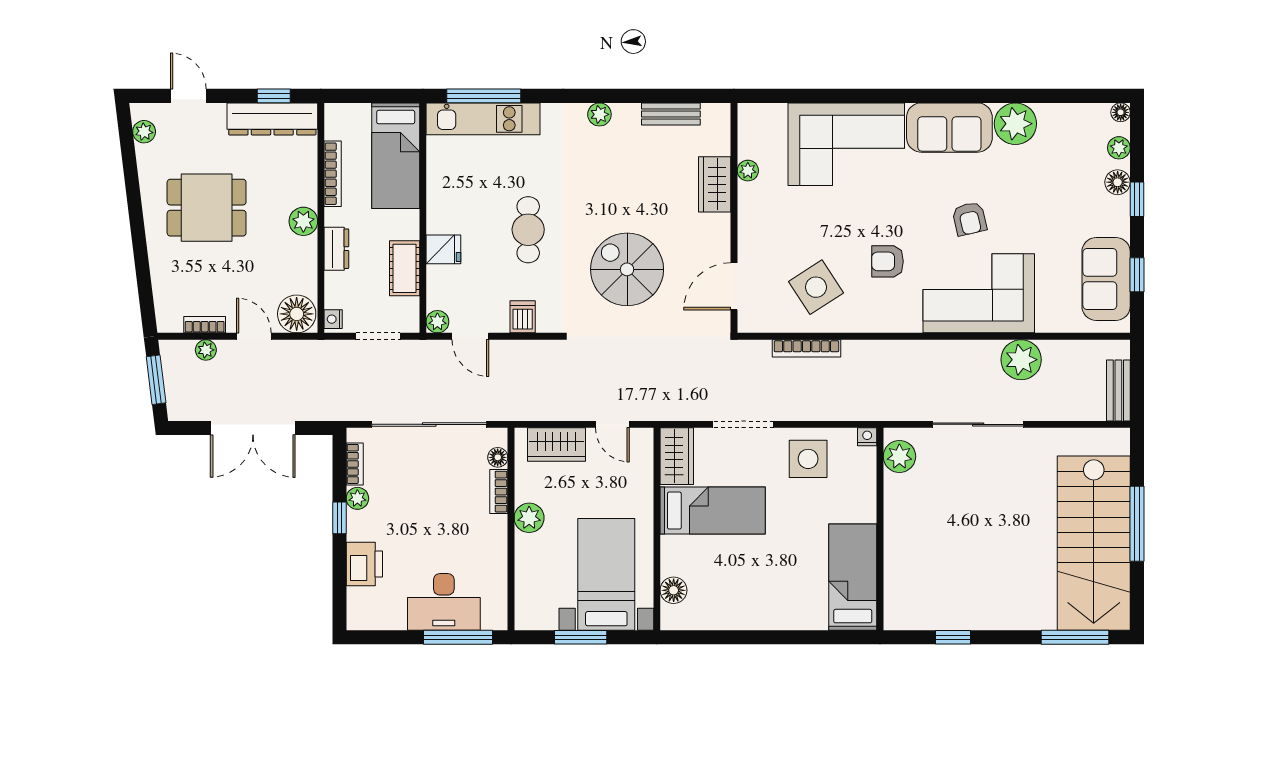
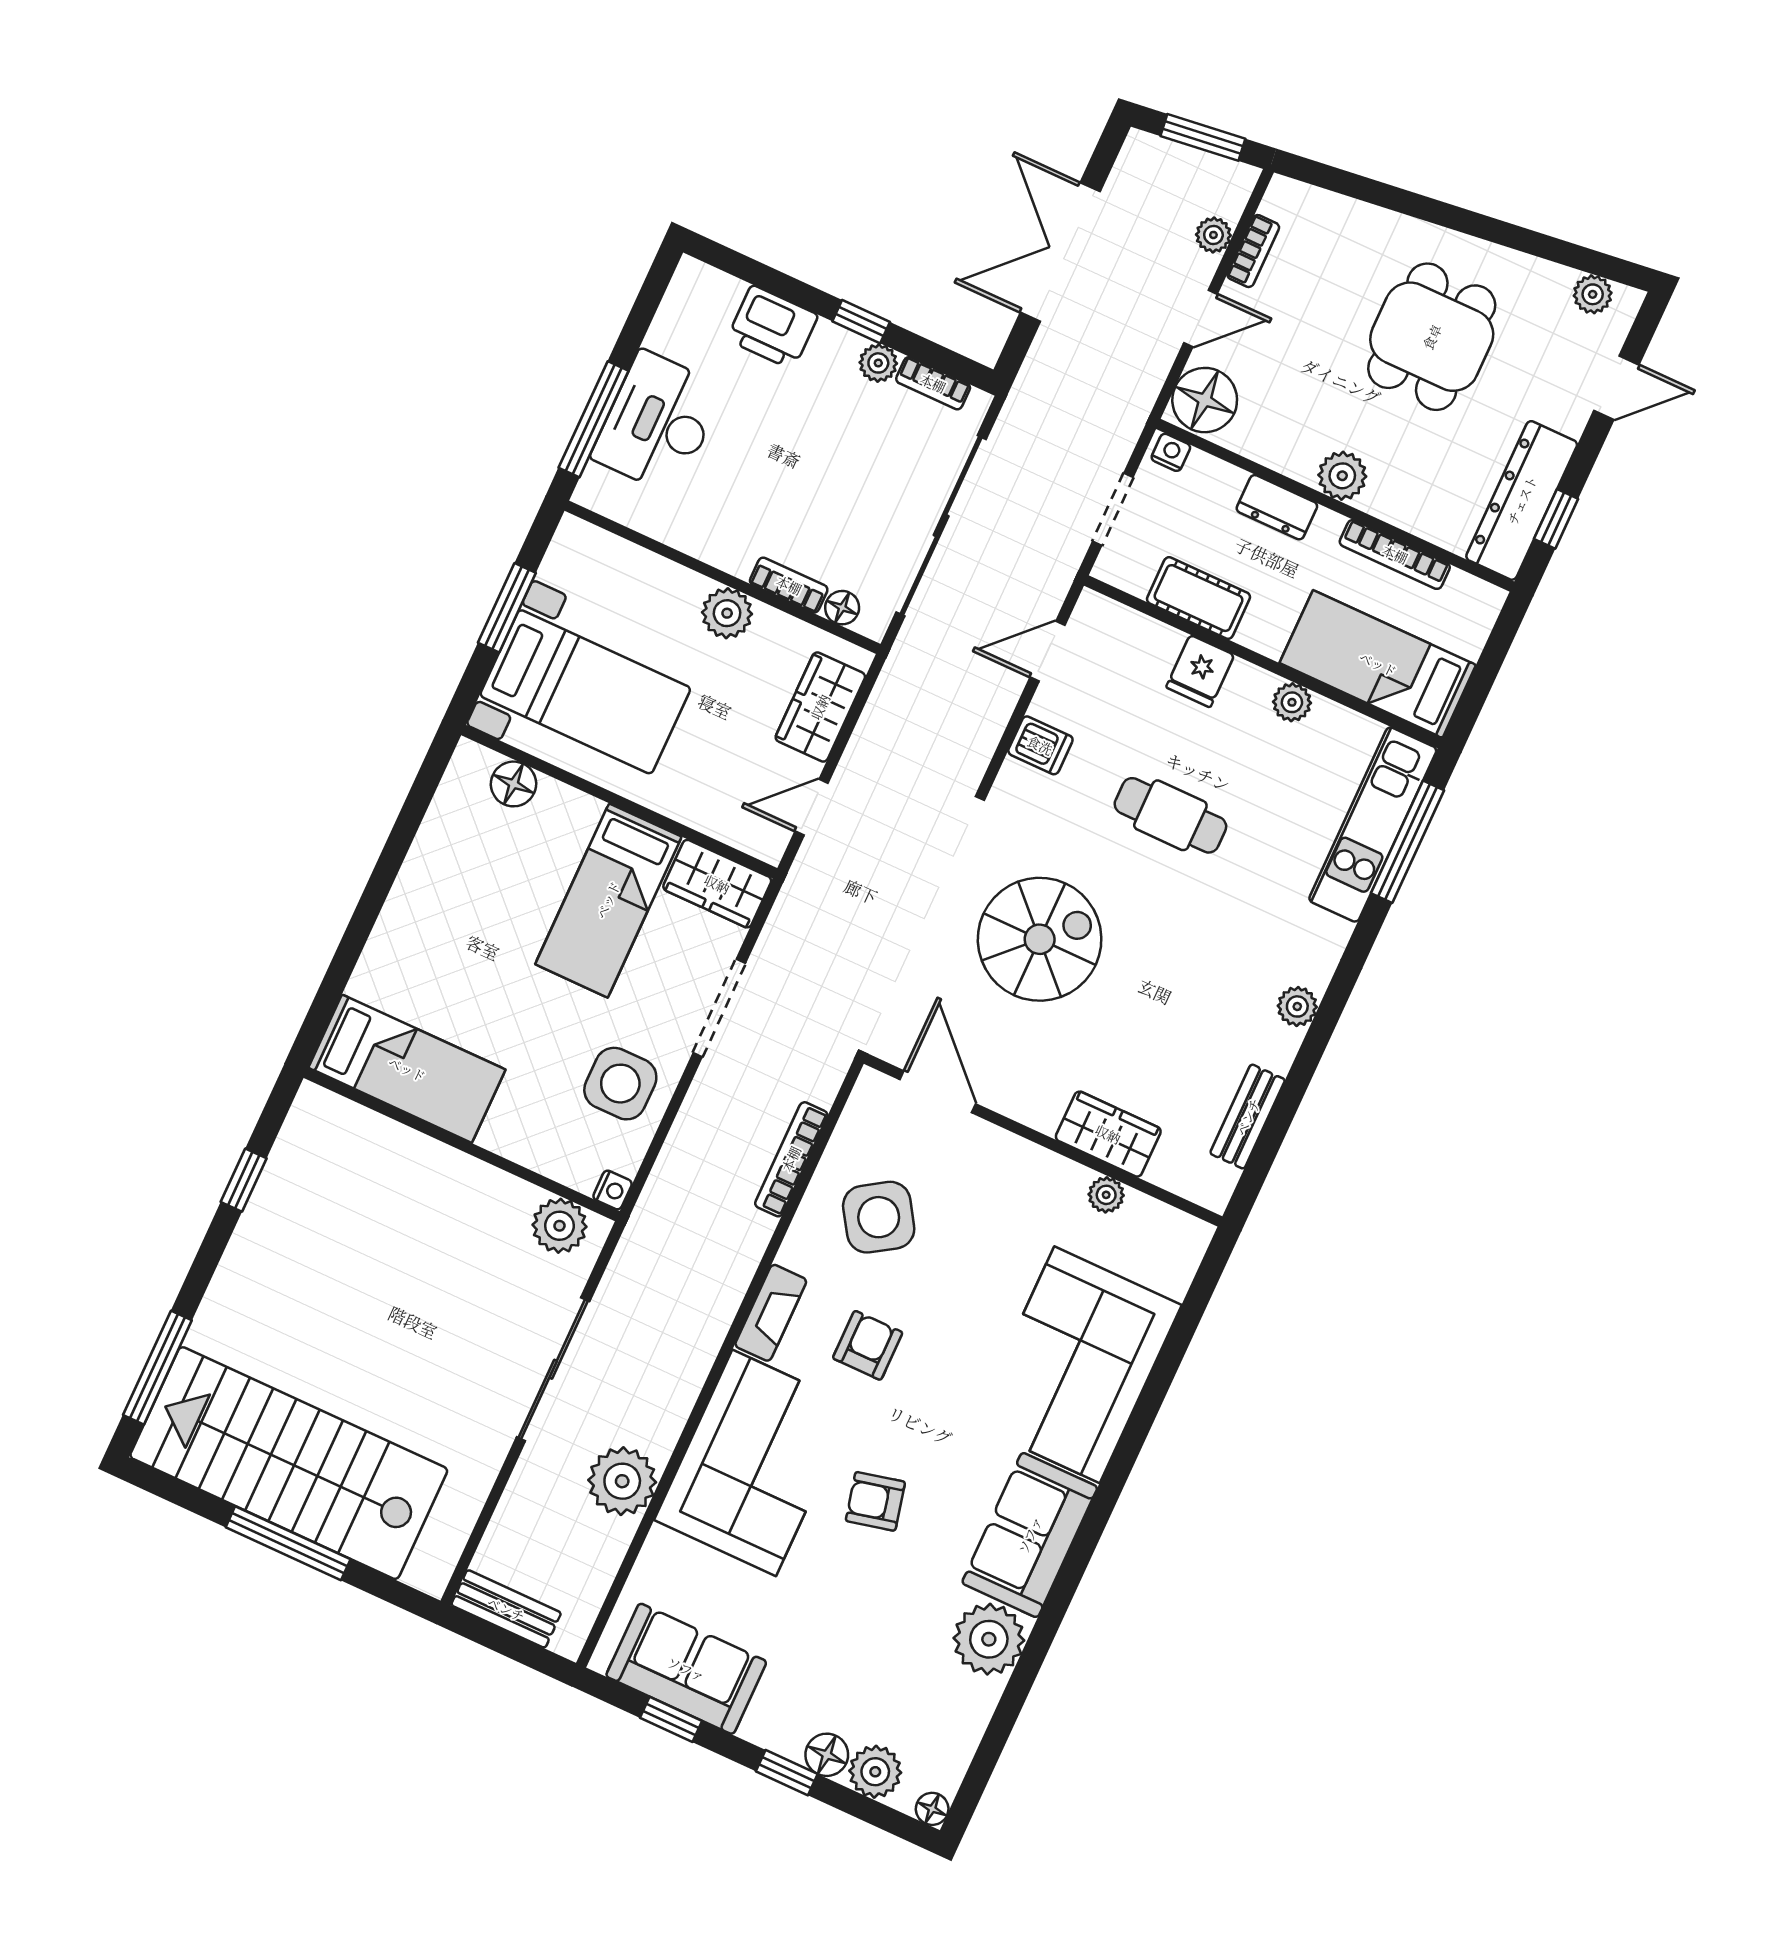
plant: (1119, 148) -> (875, 1772), width x1.38, depth x1.38
fireplace: (894, 321) -> (771, 1313), added
plant: (437, 322) -> (1292, 702), moved

